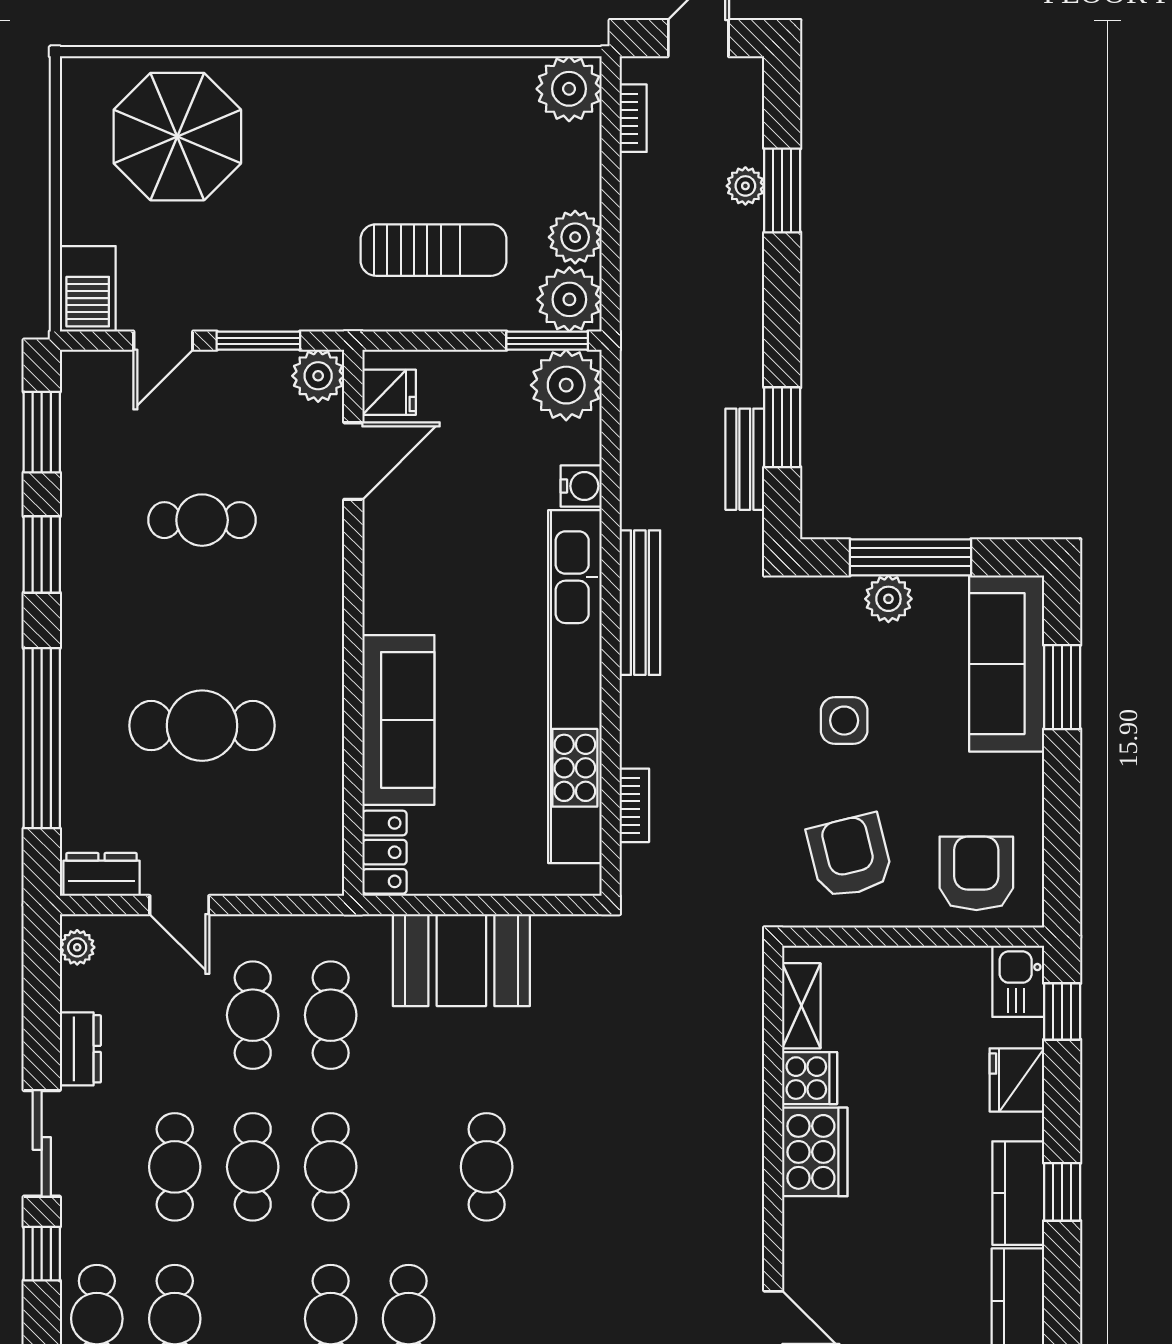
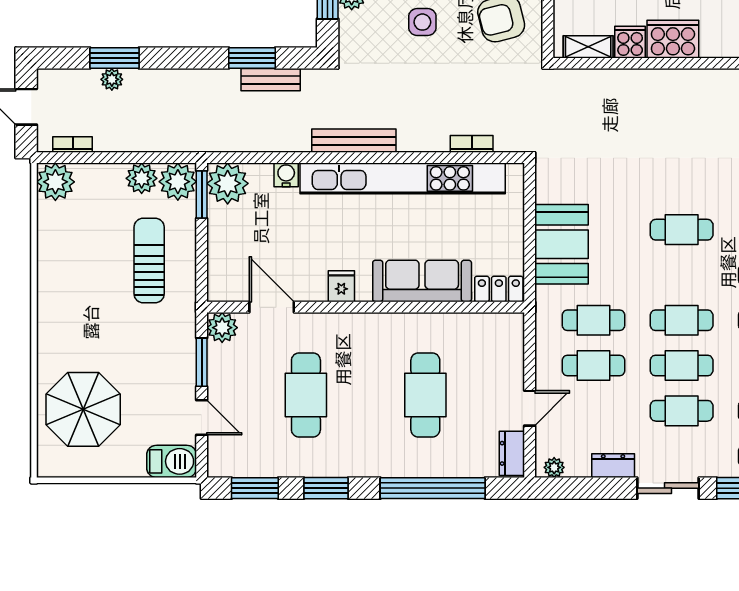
fridge: (389, 392) -> (341, 286), moved
cafe table: (202, 520) -> (306, 395), width x1.37, depth x1.35

